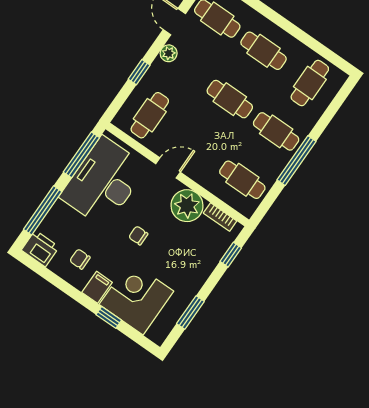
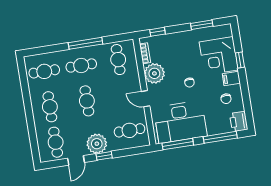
plant: (169, 53) -> (97, 144), width x1.88, depth x1.88
window: (139, 72) -> (104, 156), moved
cafe table: (276, 131) -> (81, 65), turned 90

